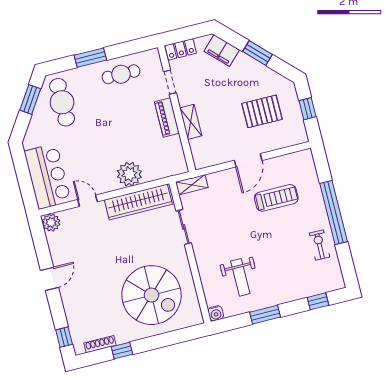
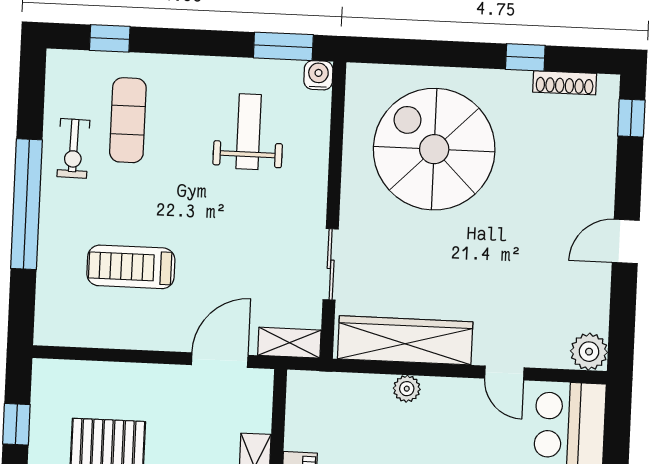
door: (248, 160) -> (220, 360), moved
plant: (129, 174) -> (407, 389), width x0.53, depth x0.53
exercise mat: (298, 266) -> (128, 120), added
window: (265, 315) -> (283, 46), moved

